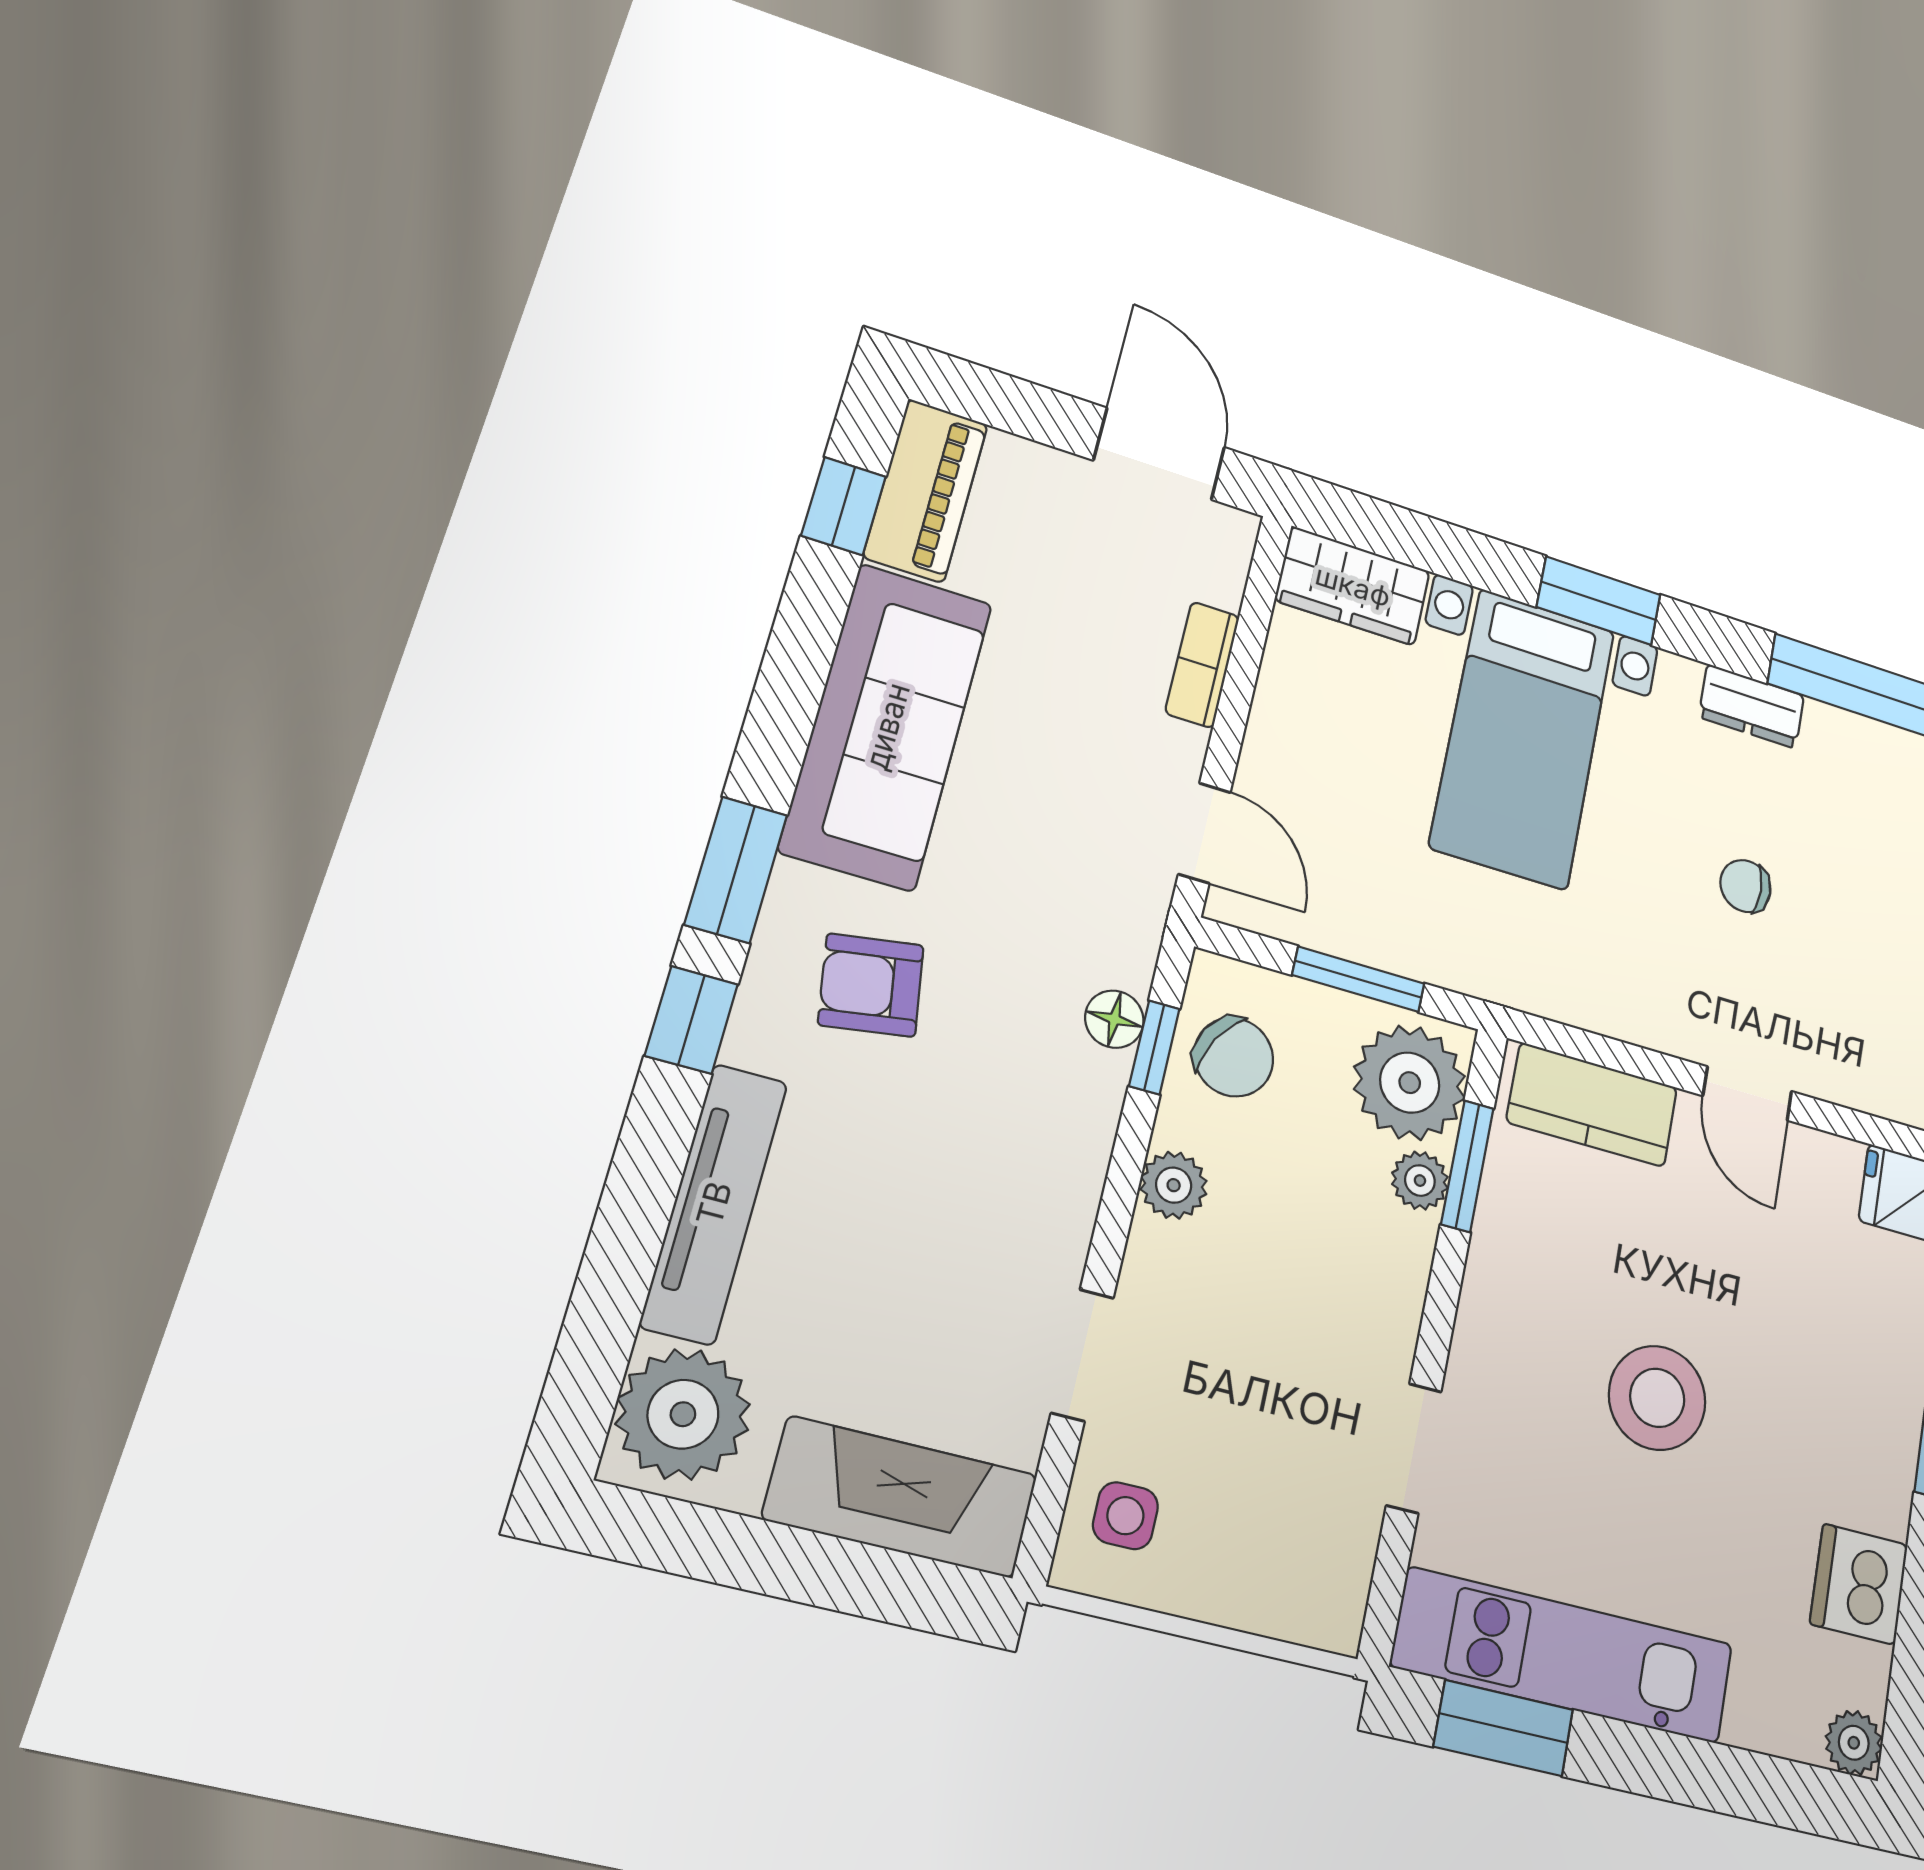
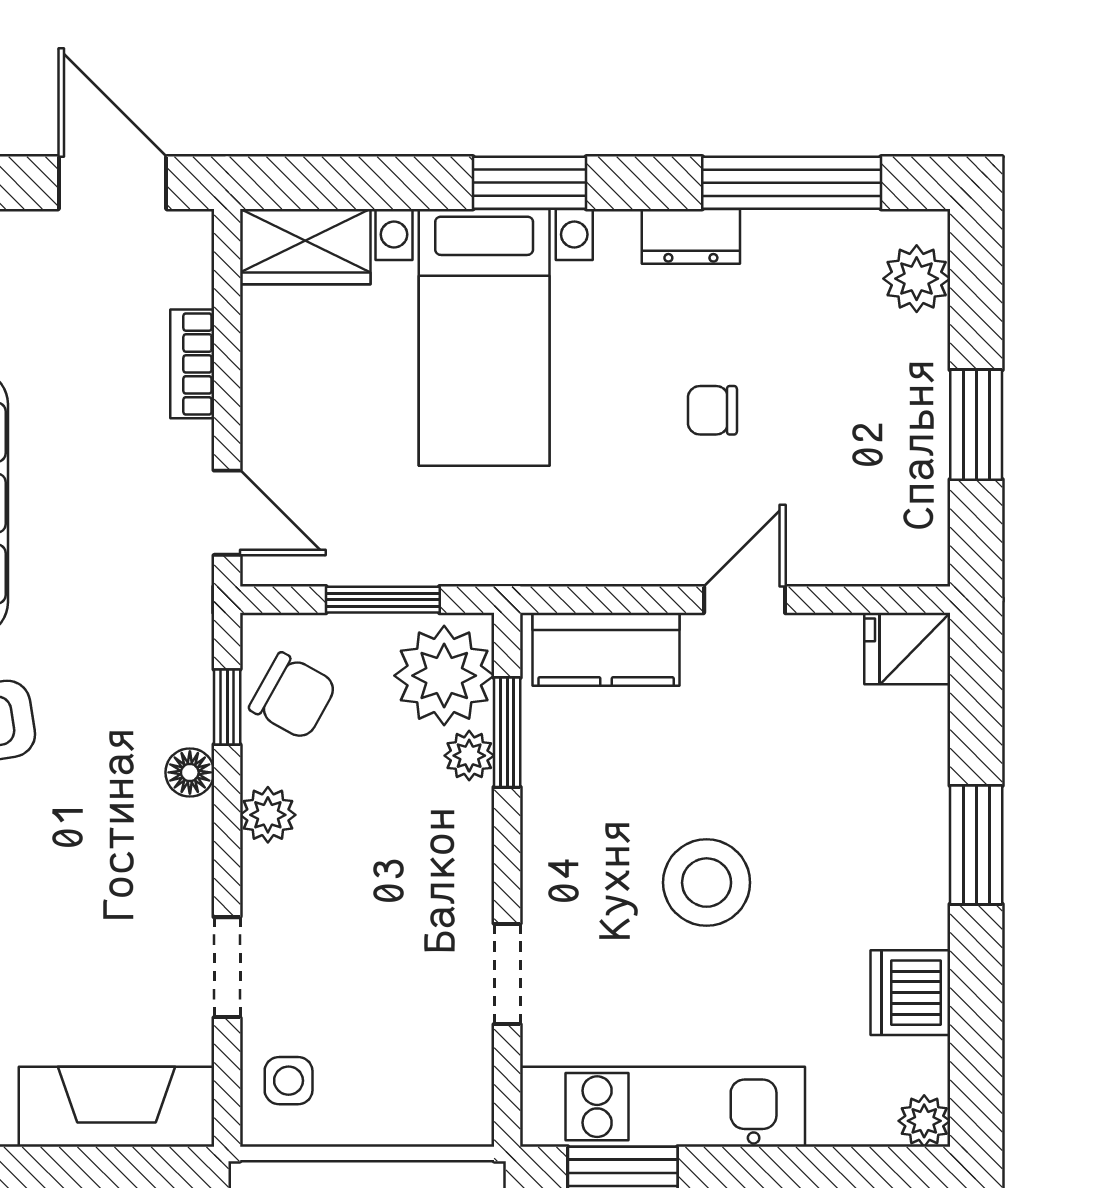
floor lamp: (1114, 1019) -> (190, 772), moved
door: (1747, 1094) -> (745, 600), swing flipped

